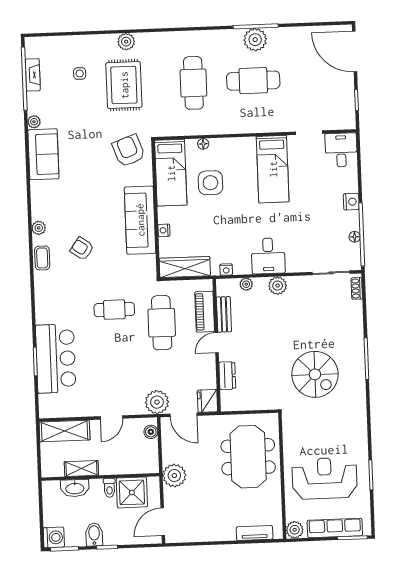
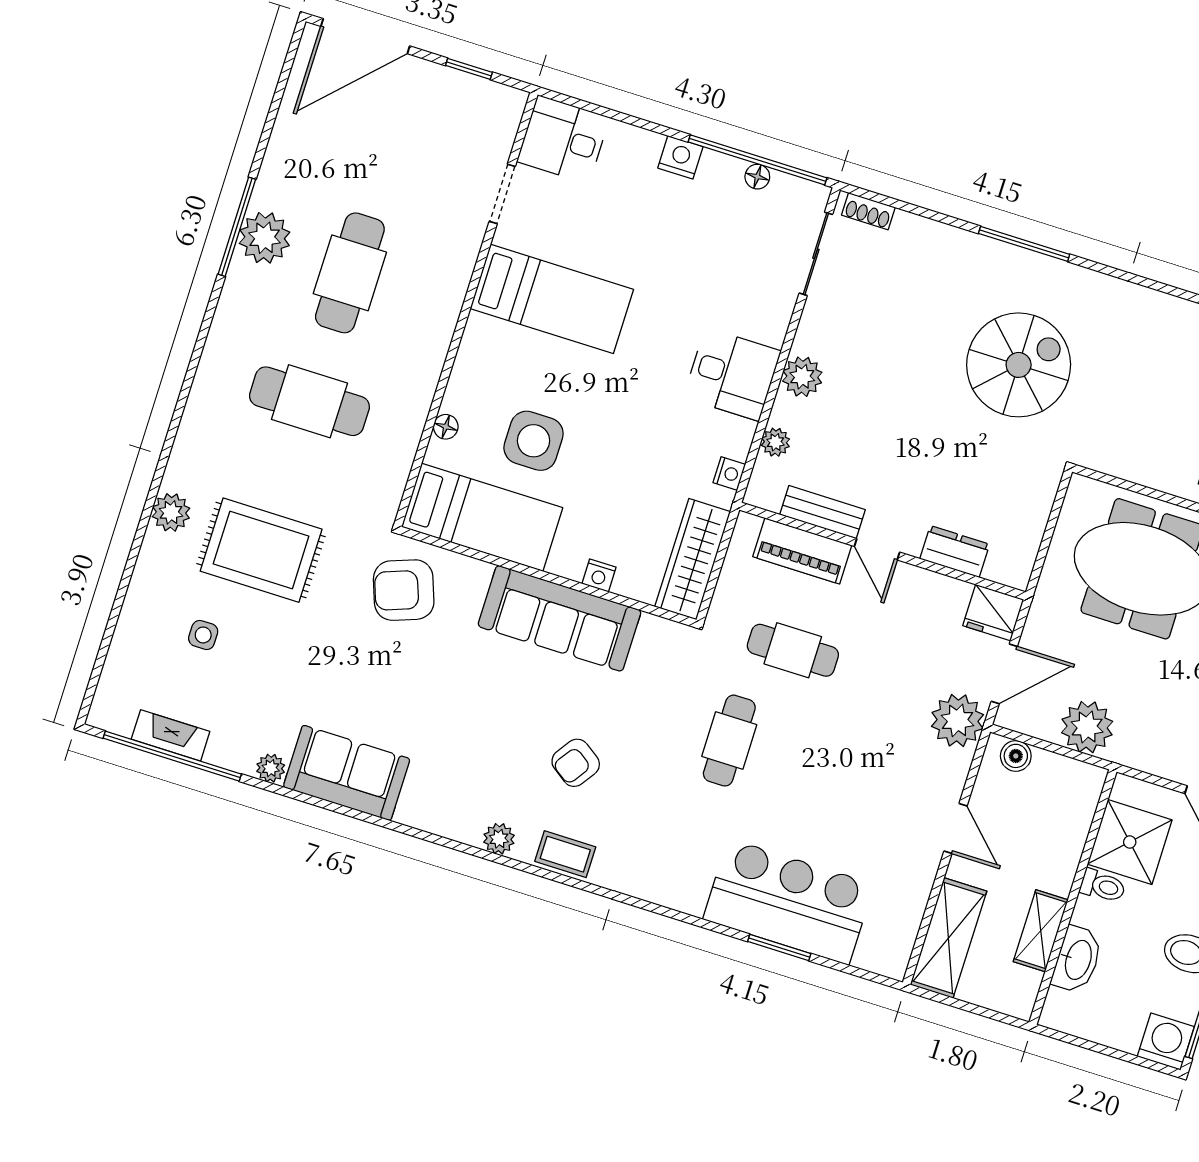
cafe table: (162, 323) -> (793, 650), width x0.73, depth x0.74
plant: (174, 476) -> (1087, 727), moved

